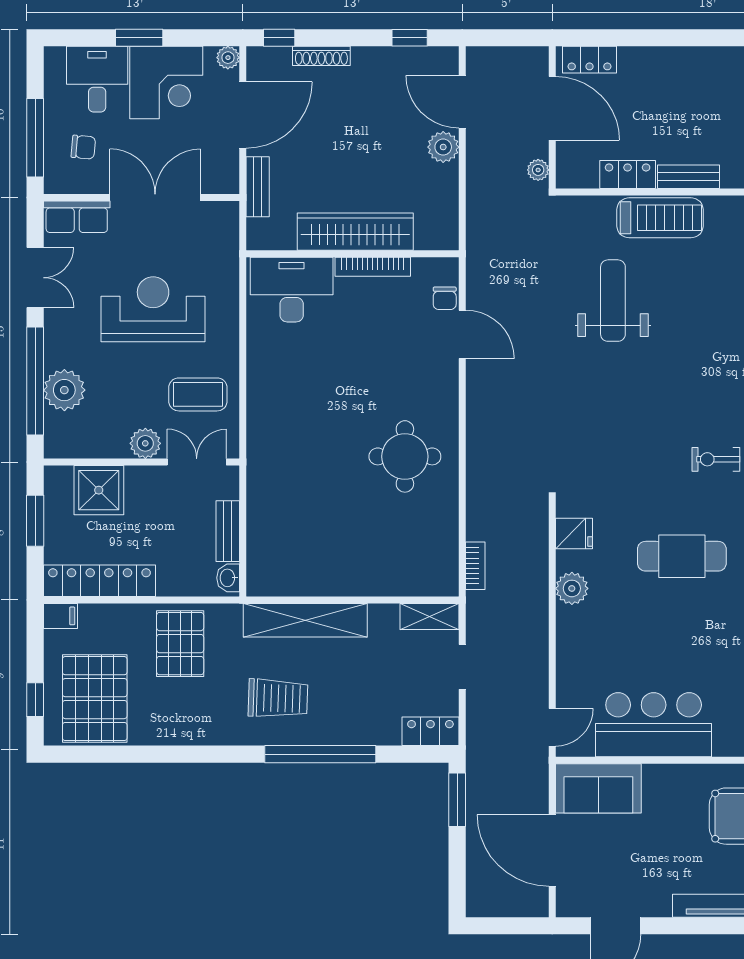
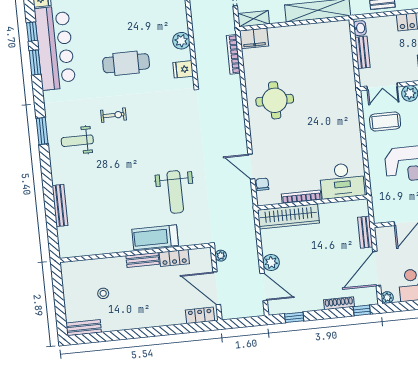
wardrobe: (355, 232) -> (289, 216), moved
bookcase: (475, 566) -> (233, 54), width x1.56
filing cabinet: (432, 579) -> (254, 38), added

